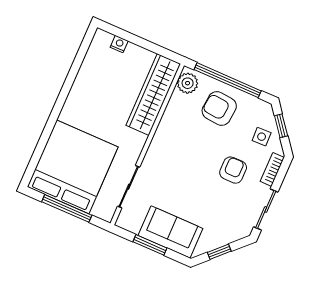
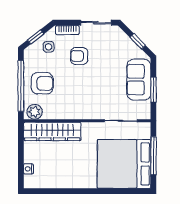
armchair: (219, 109) -> (42, 83), turned -95

